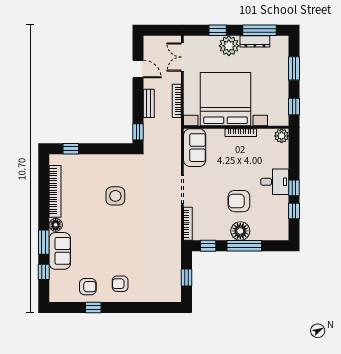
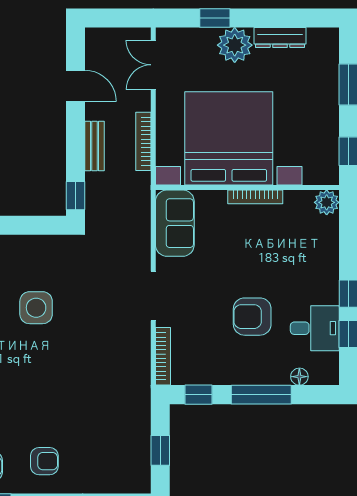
window: (260, 30) -> (288, 18), removed
desk: (275, 182) -> (315, 328), moved
floor lamp: (240, 231) -> (299, 377), moved, width x0.53, depth x0.53
armchair: (120, 284) -> (44, 461), turned 180

